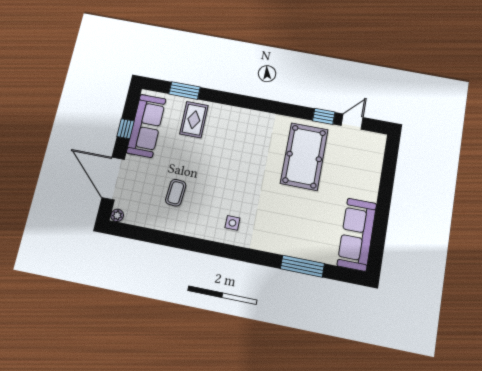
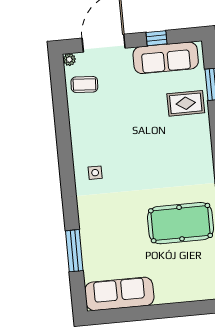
coffee table: (176, 193) -> (84, 84), moved

